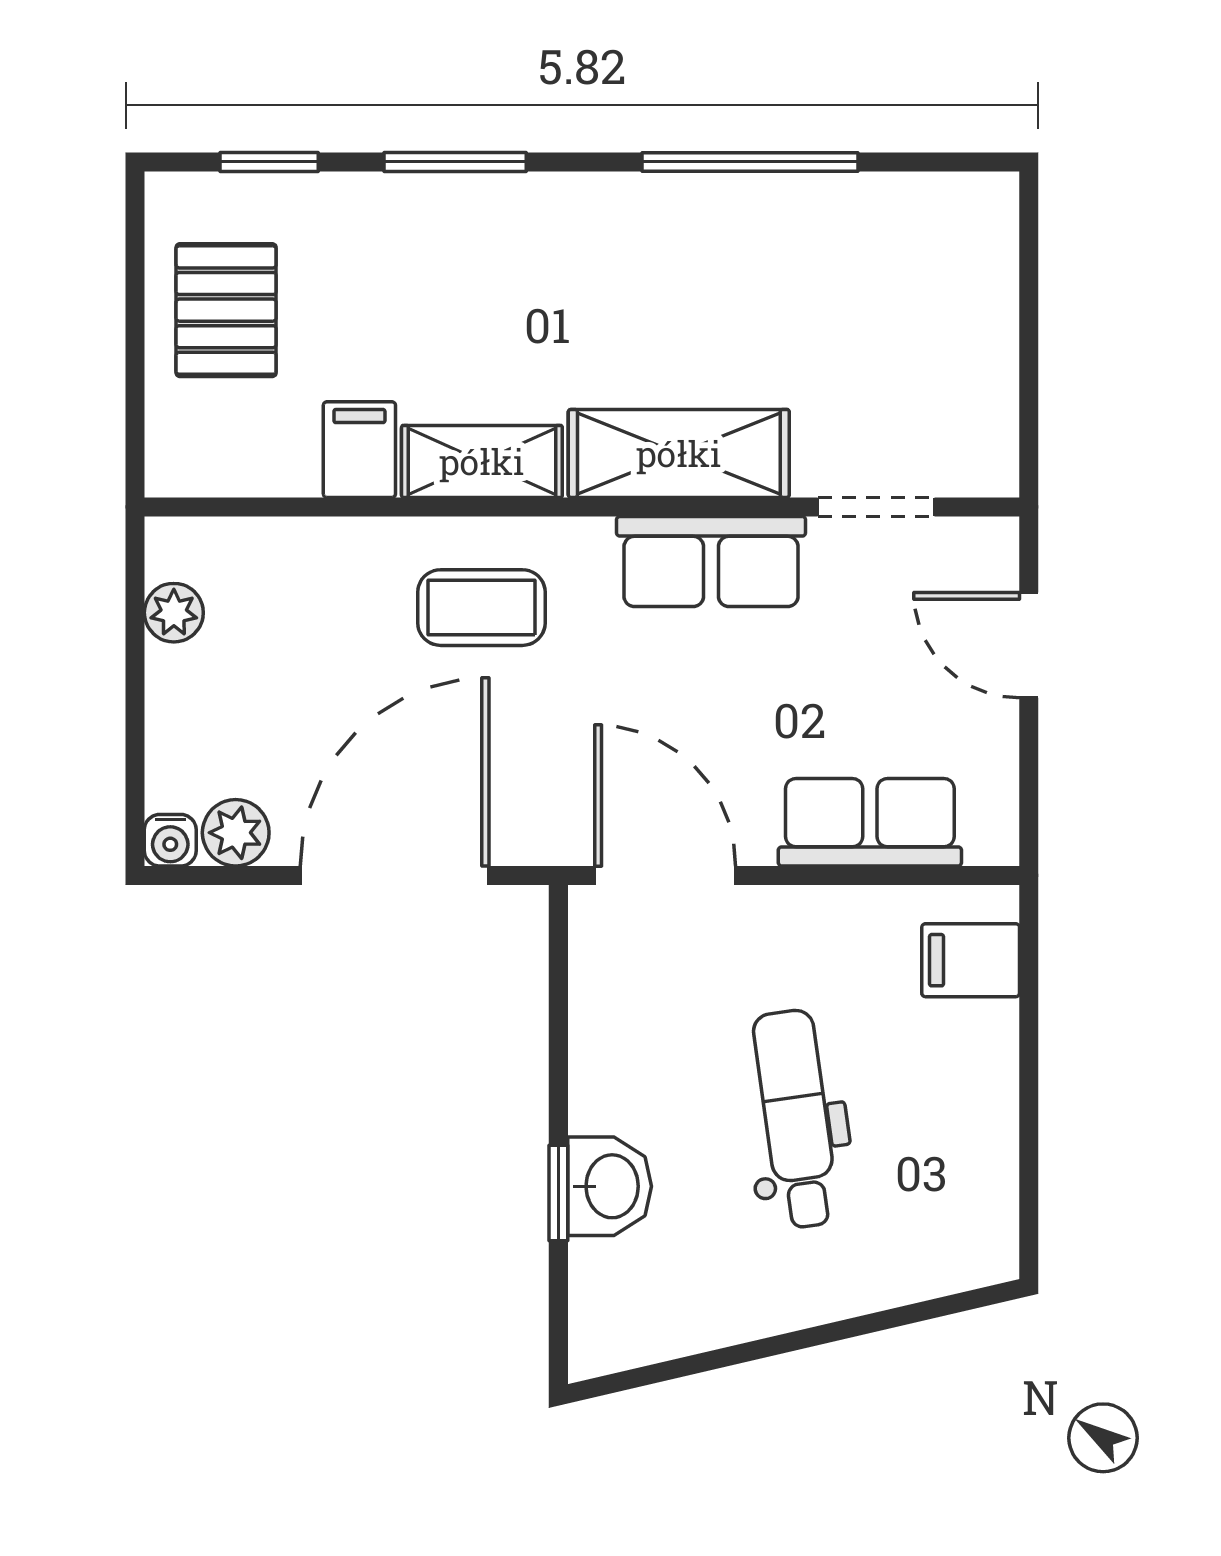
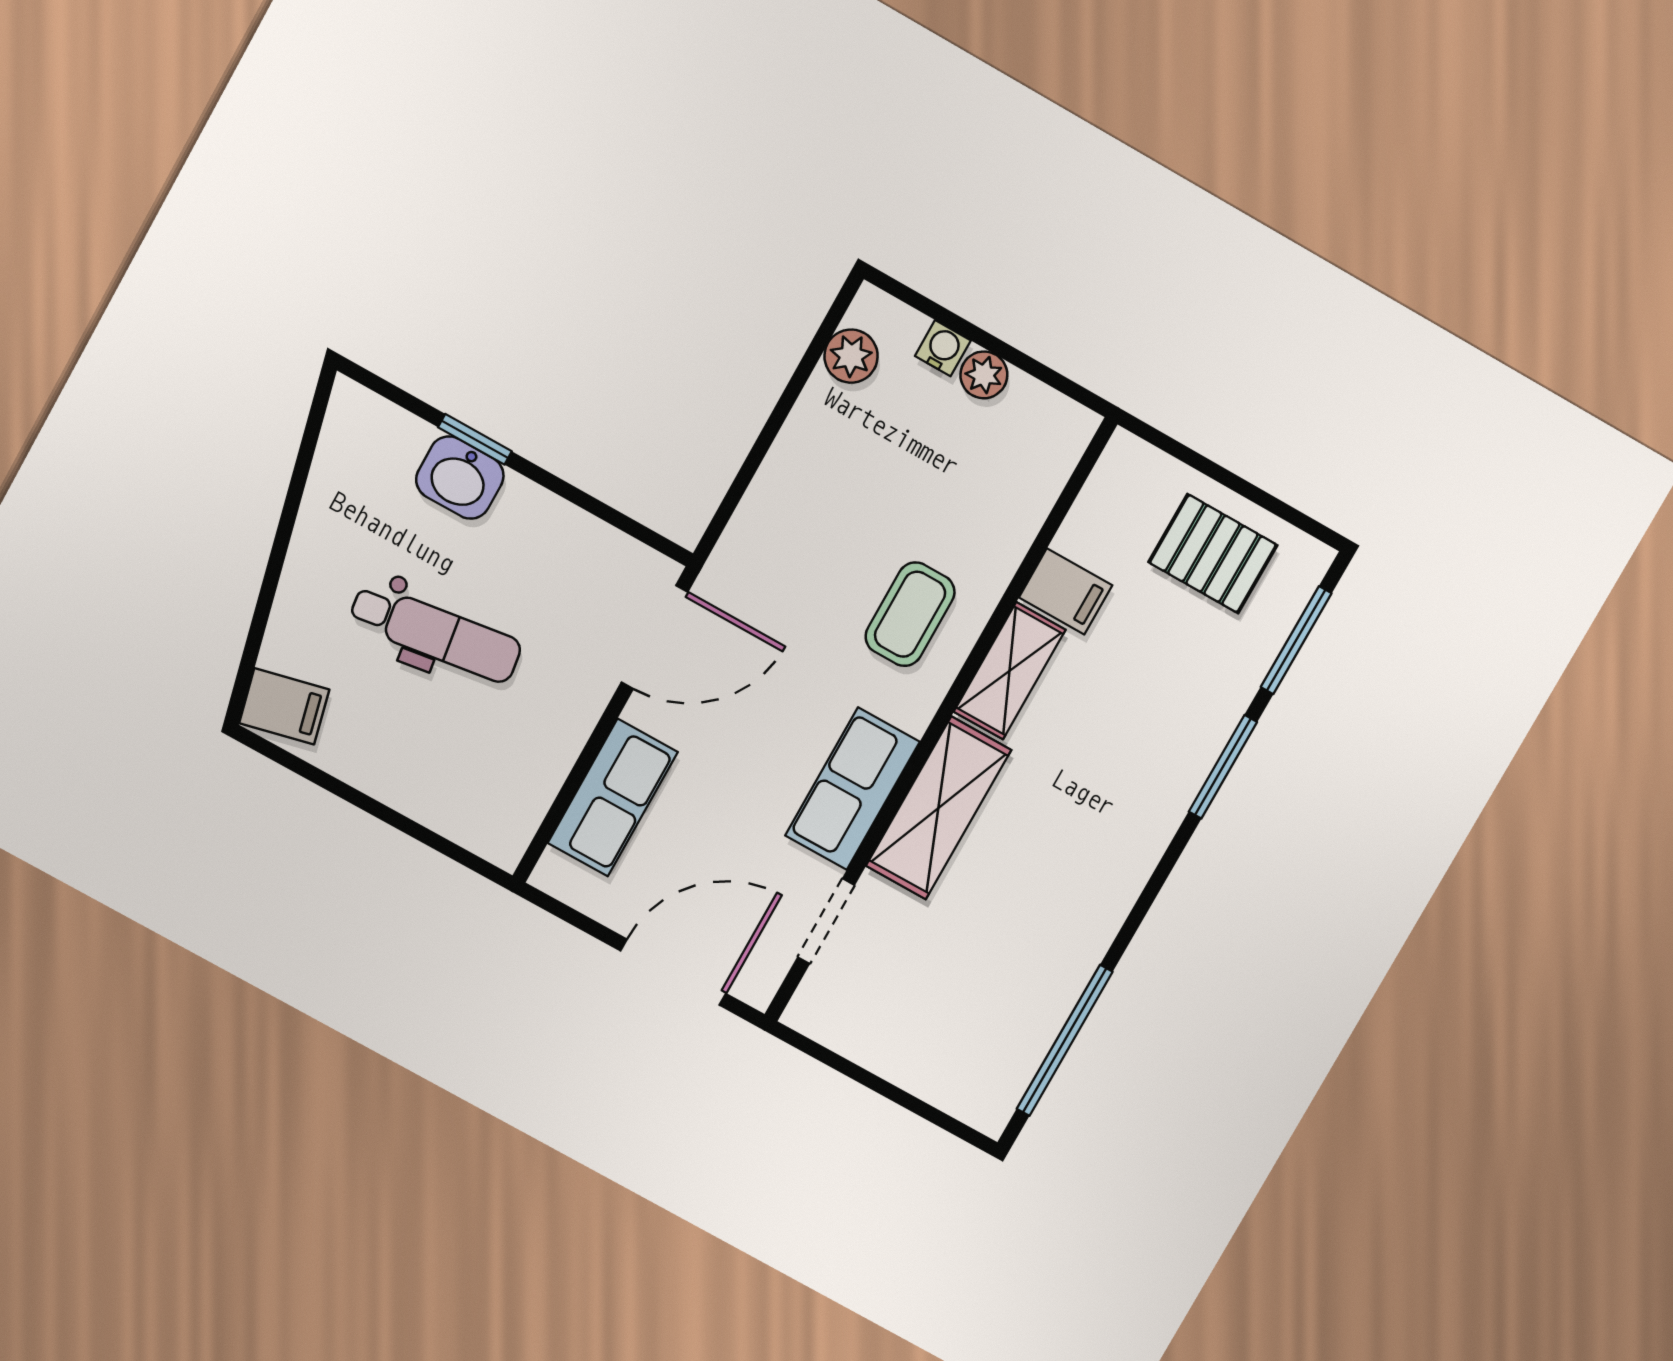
window: (269, 162) -> (1296, 640), width x1.50
window: (750, 162) -> (1065, 1040), moved
plant: (174, 613) -> (984, 375), moved
door: (1029, 645) -> (673, 972), width x1.38
water cooler: (170, 840) -> (943, 348), moved, turned 90
door: (395, 875) -> (759, 450), removed
filing cabinet: (971, 960) -> (284, 706), moved, turned 77

